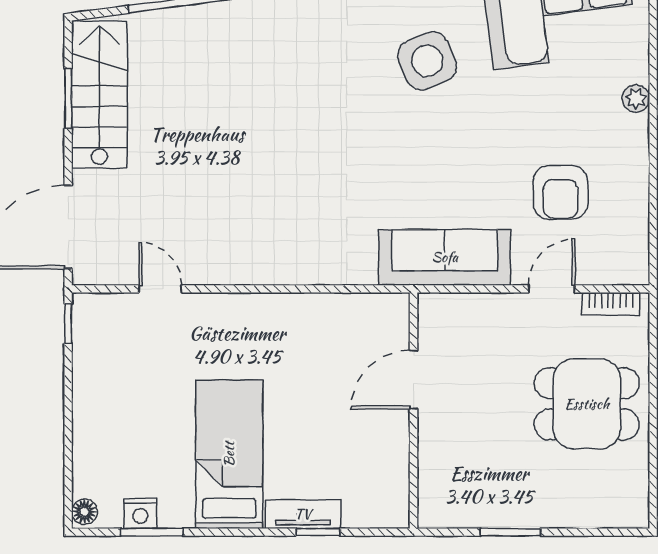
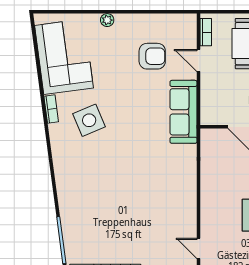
door: (160, 289) -> (199, 248), hinge flipped

